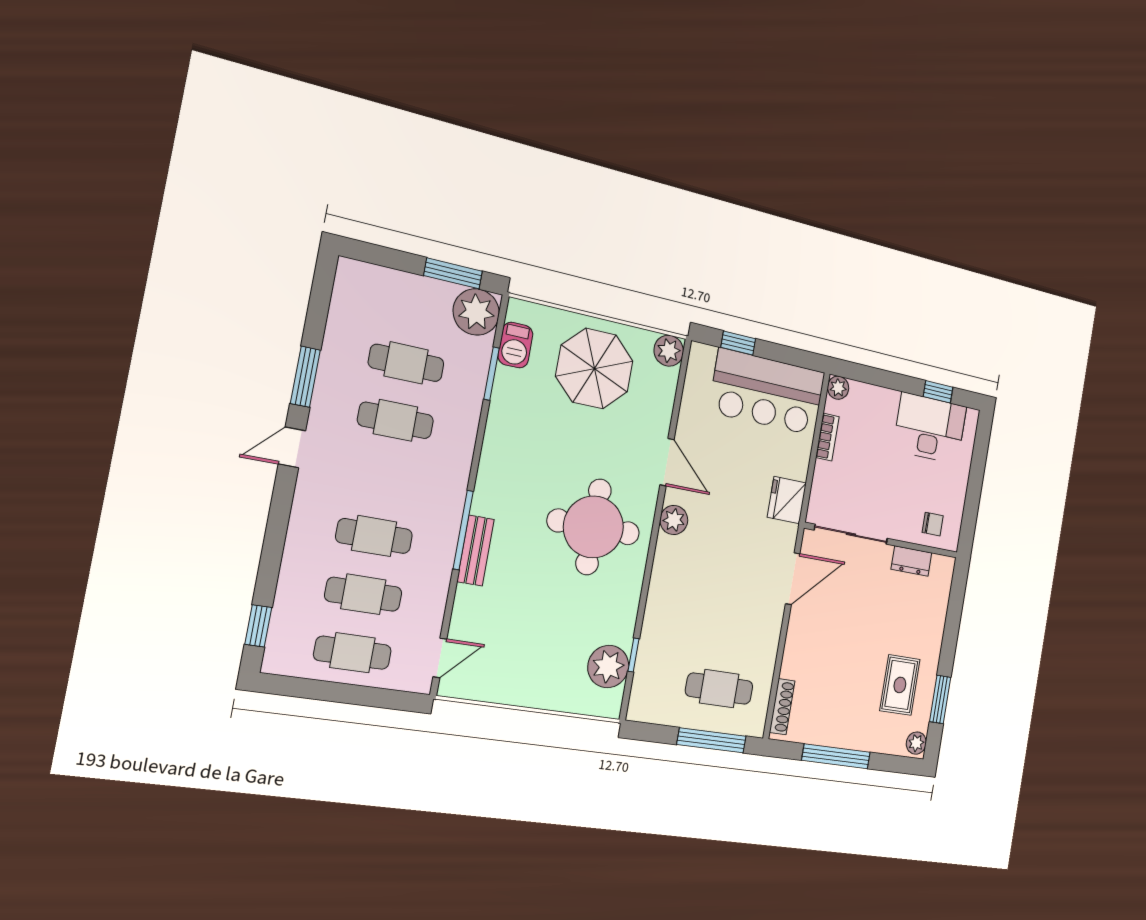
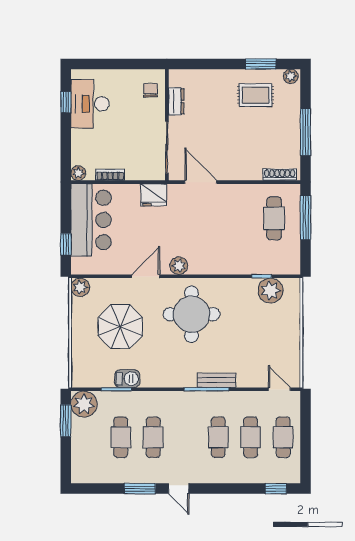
barbecue: (515, 345) -> (127, 379), moved
parasol: (594, 368) -> (120, 327), moved

